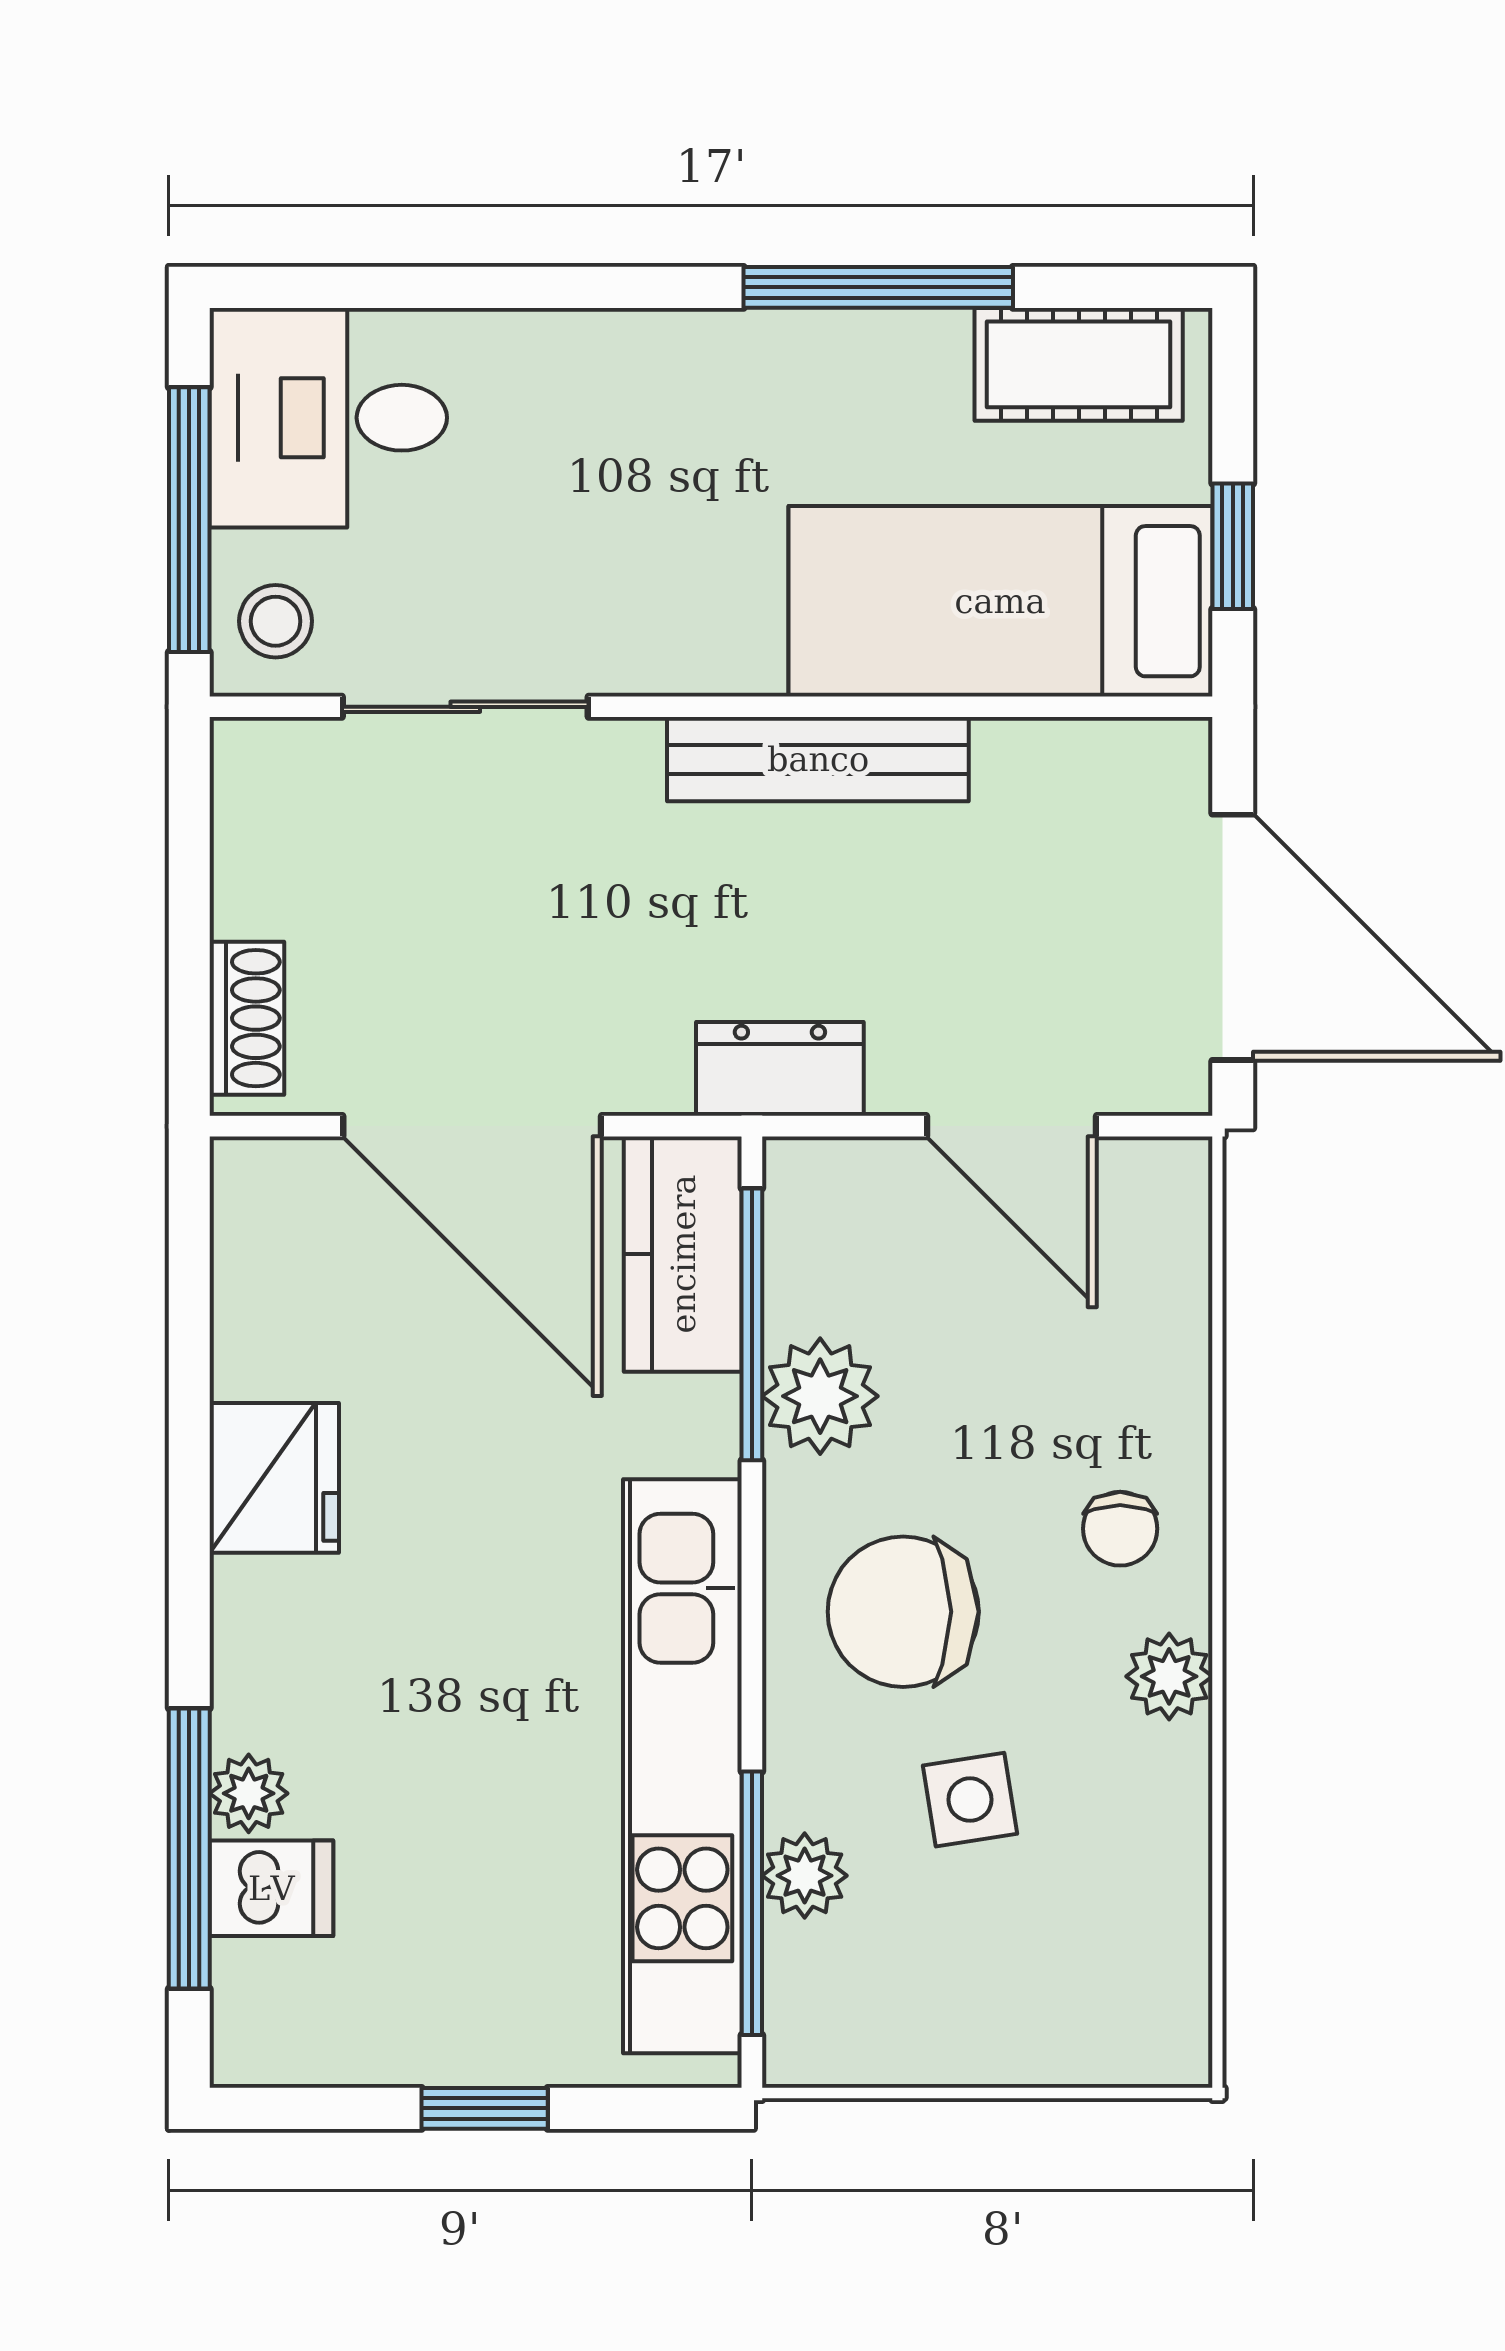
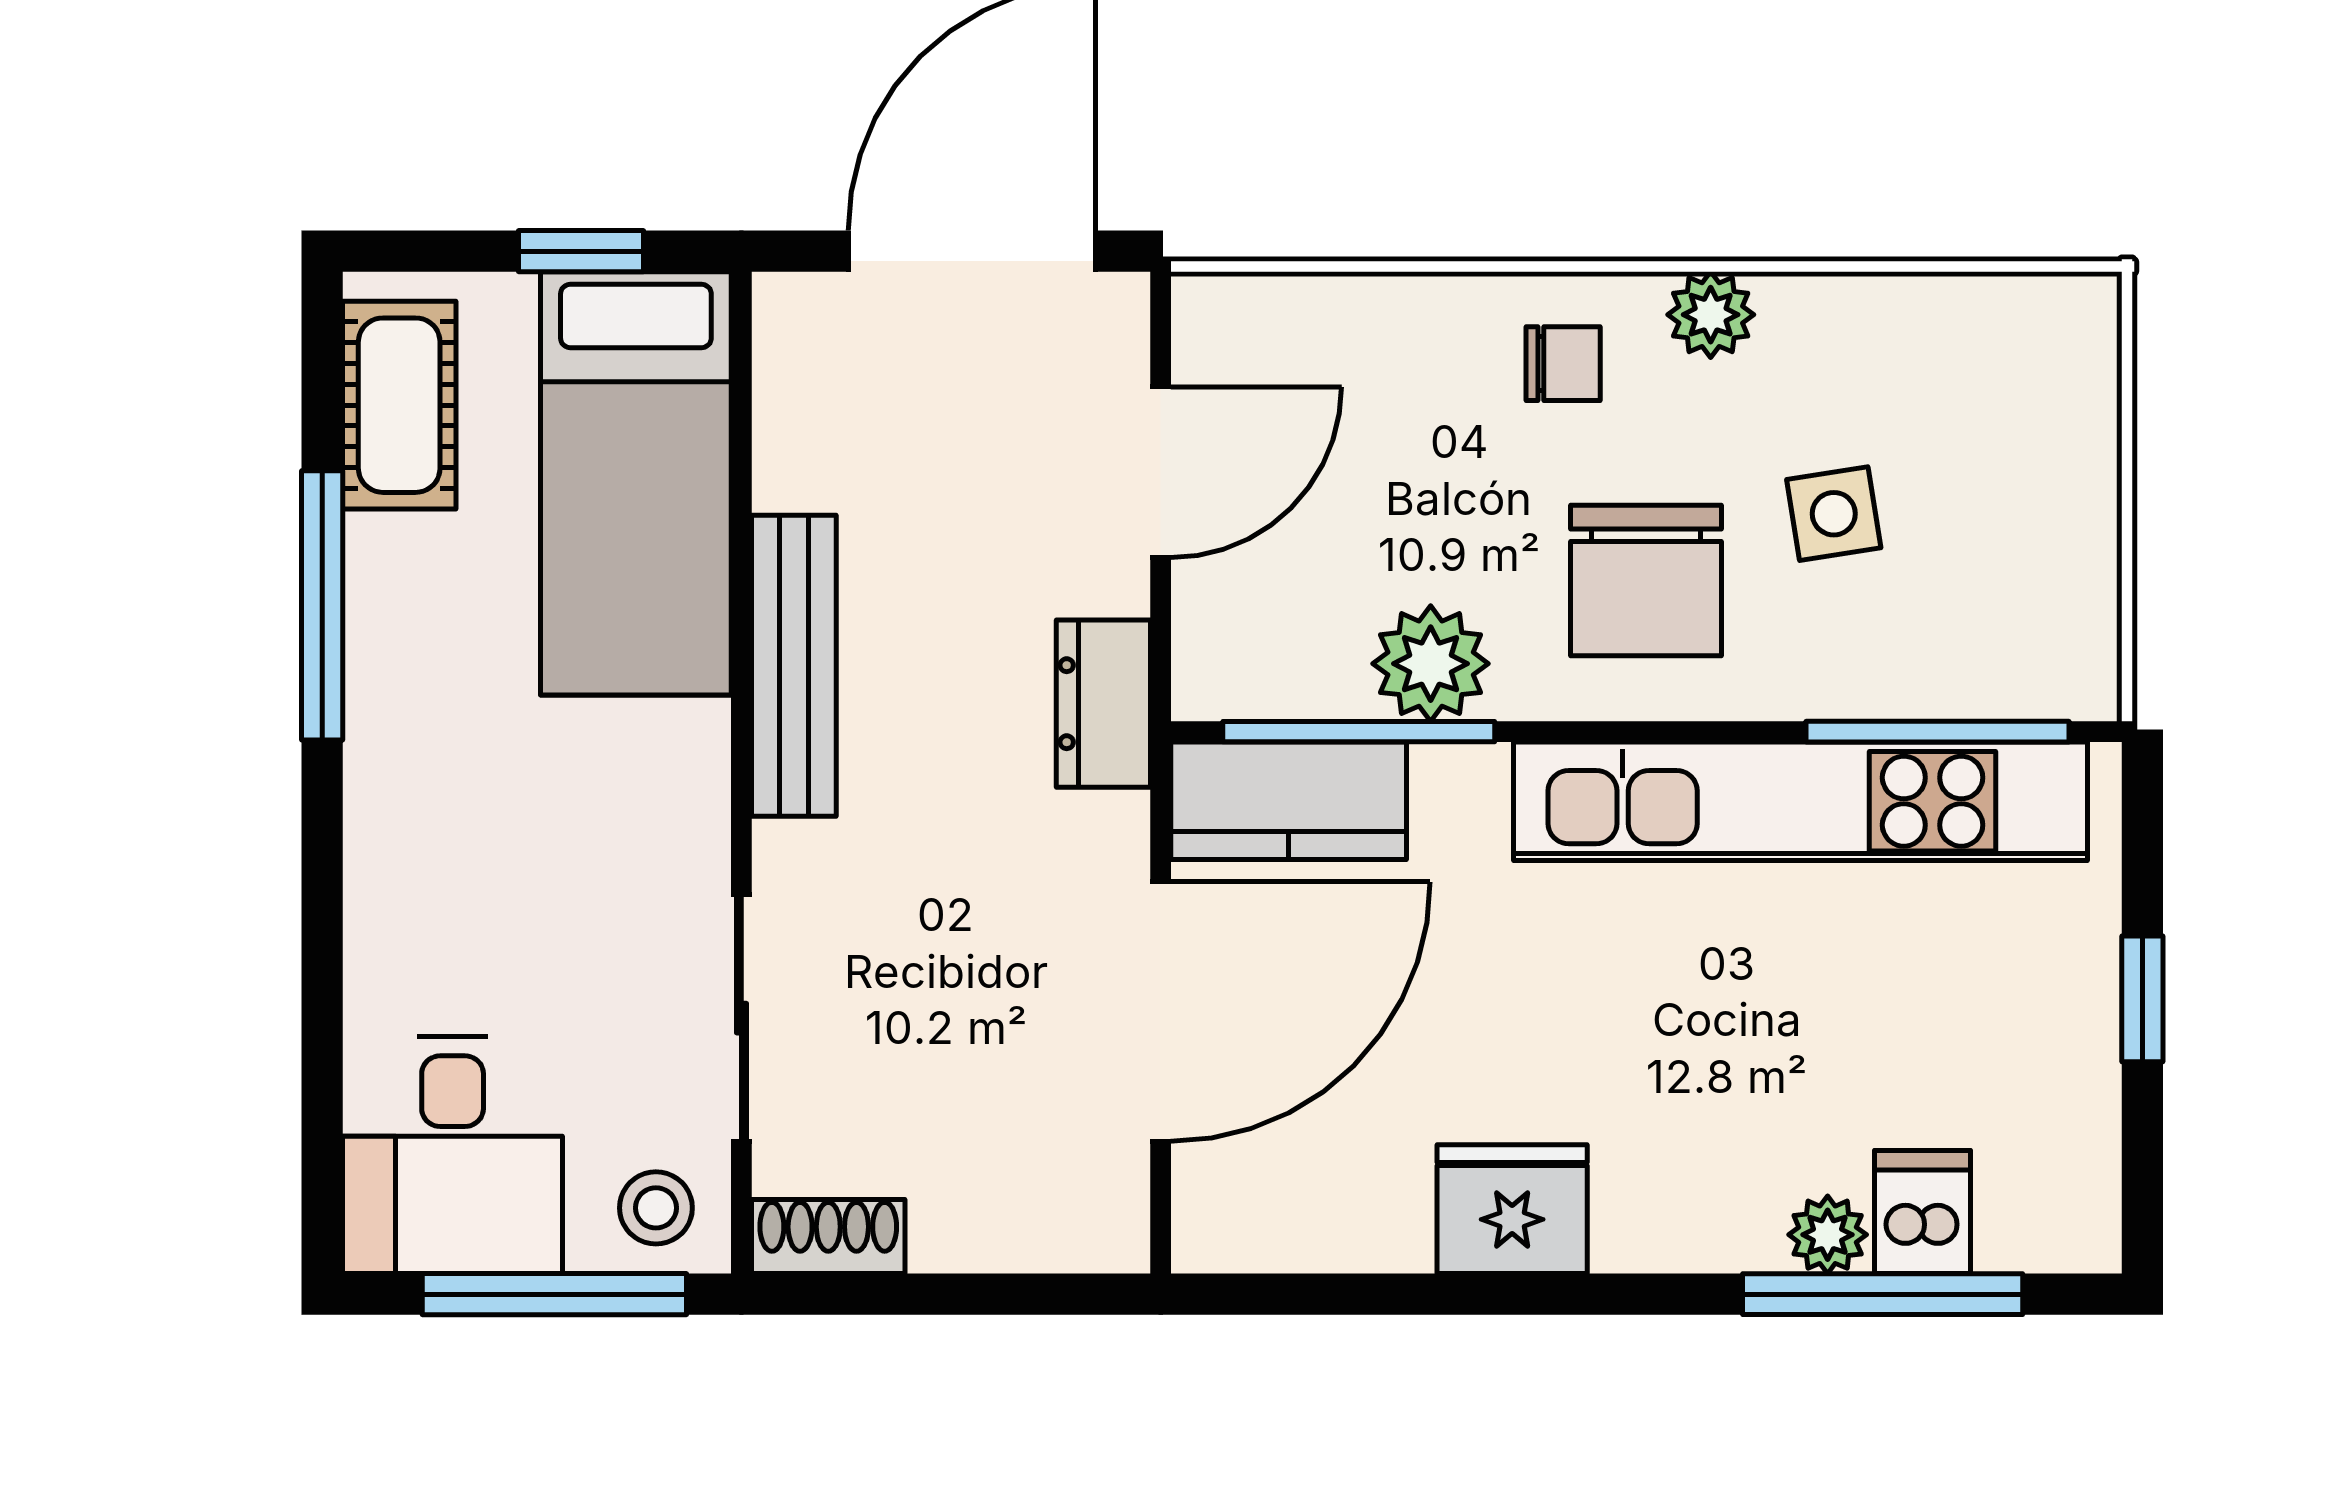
shoe rack: (247, 1018) -> (828, 1236), moved
plant: (805, 1876) -> (1910, 679), removed

